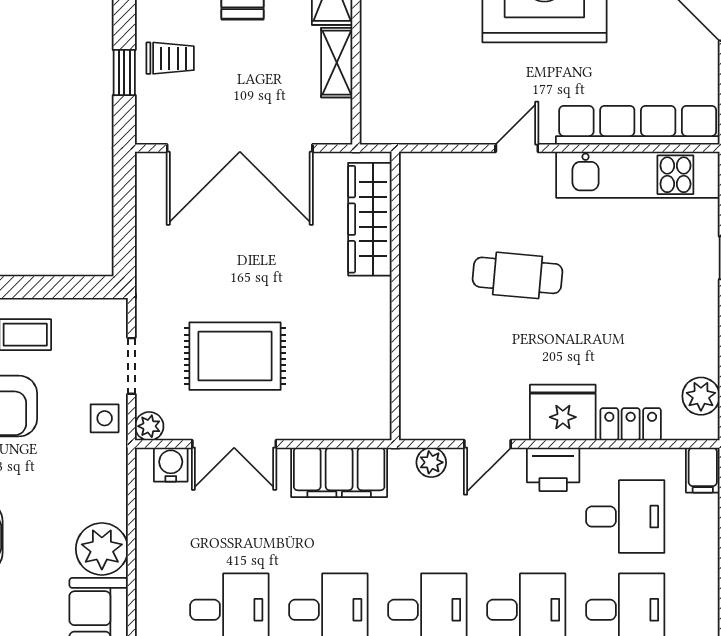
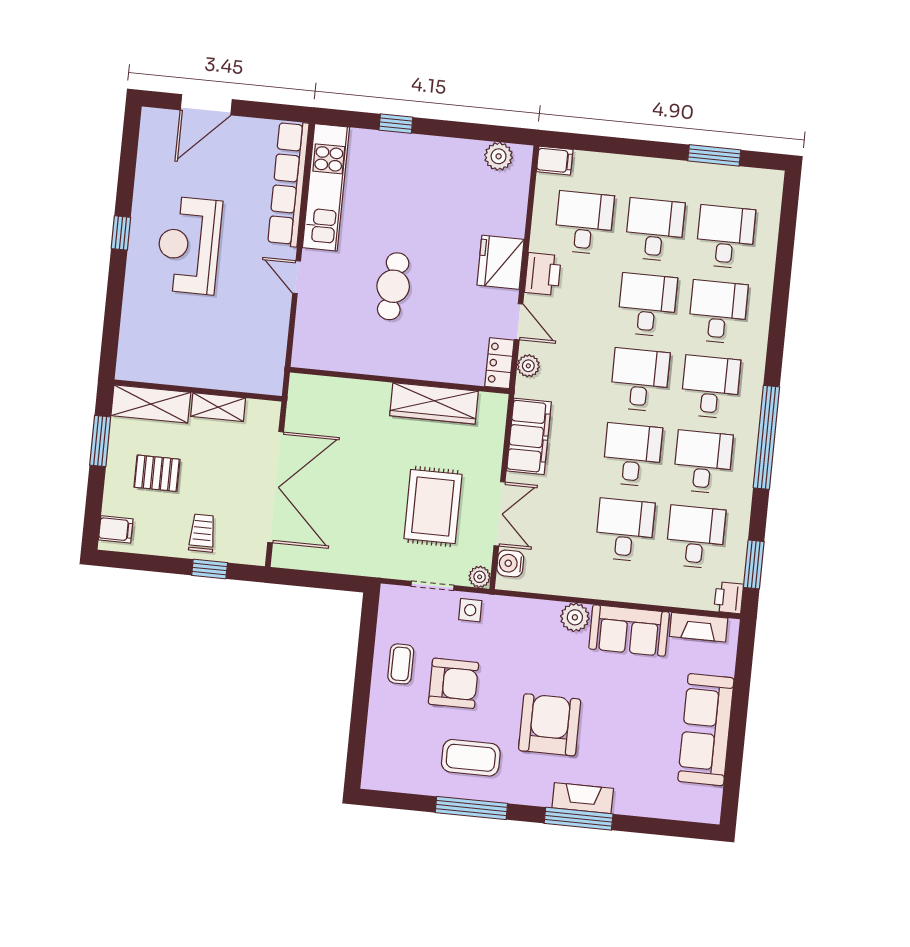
wardrobe: (370, 219) -> (434, 403), moved
locker: (631, 424) -> (499, 363), moved
plant: (102, 549) -> (575, 617), width x0.73, depth x0.73

